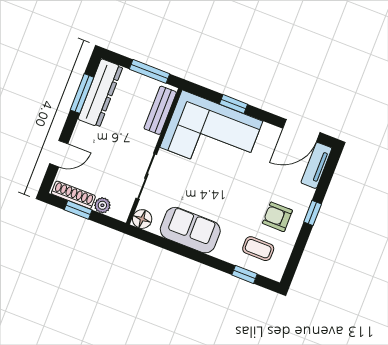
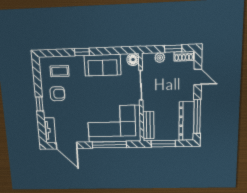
window: (82, 94) -> (197, 117), width x1.44
window: (233, 104) -> (109, 145), width x2.17
door: (301, 130) -> (67, 145), swing flipped
door: (59, 154) -> (198, 77), swing flipped
shoe rack: (73, 195) -> (184, 56), width x0.70
window: (245, 274) -> (82, 52), moved

